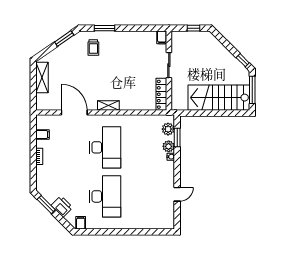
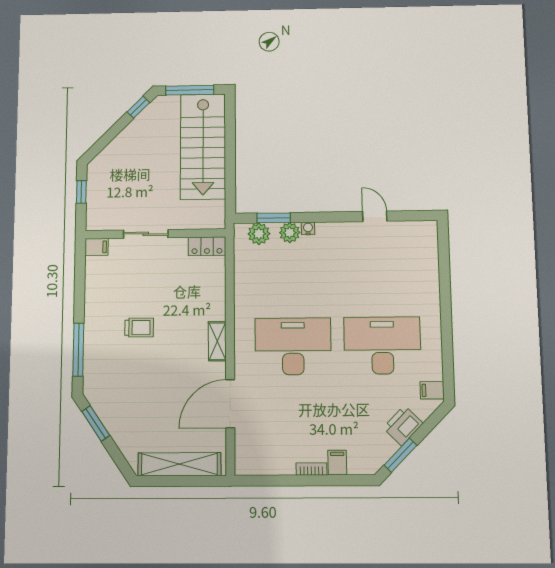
window: (104, 28) -> (78, 350), width x1.44
trolley: (93, 47) -> (139, 328), moved
shelving: (42, 78) -> (179, 464), width x1.47
locker: (161, 94) -> (207, 246), width x0.66
filing cabinet: (43, 135) -> (337, 463), moved

